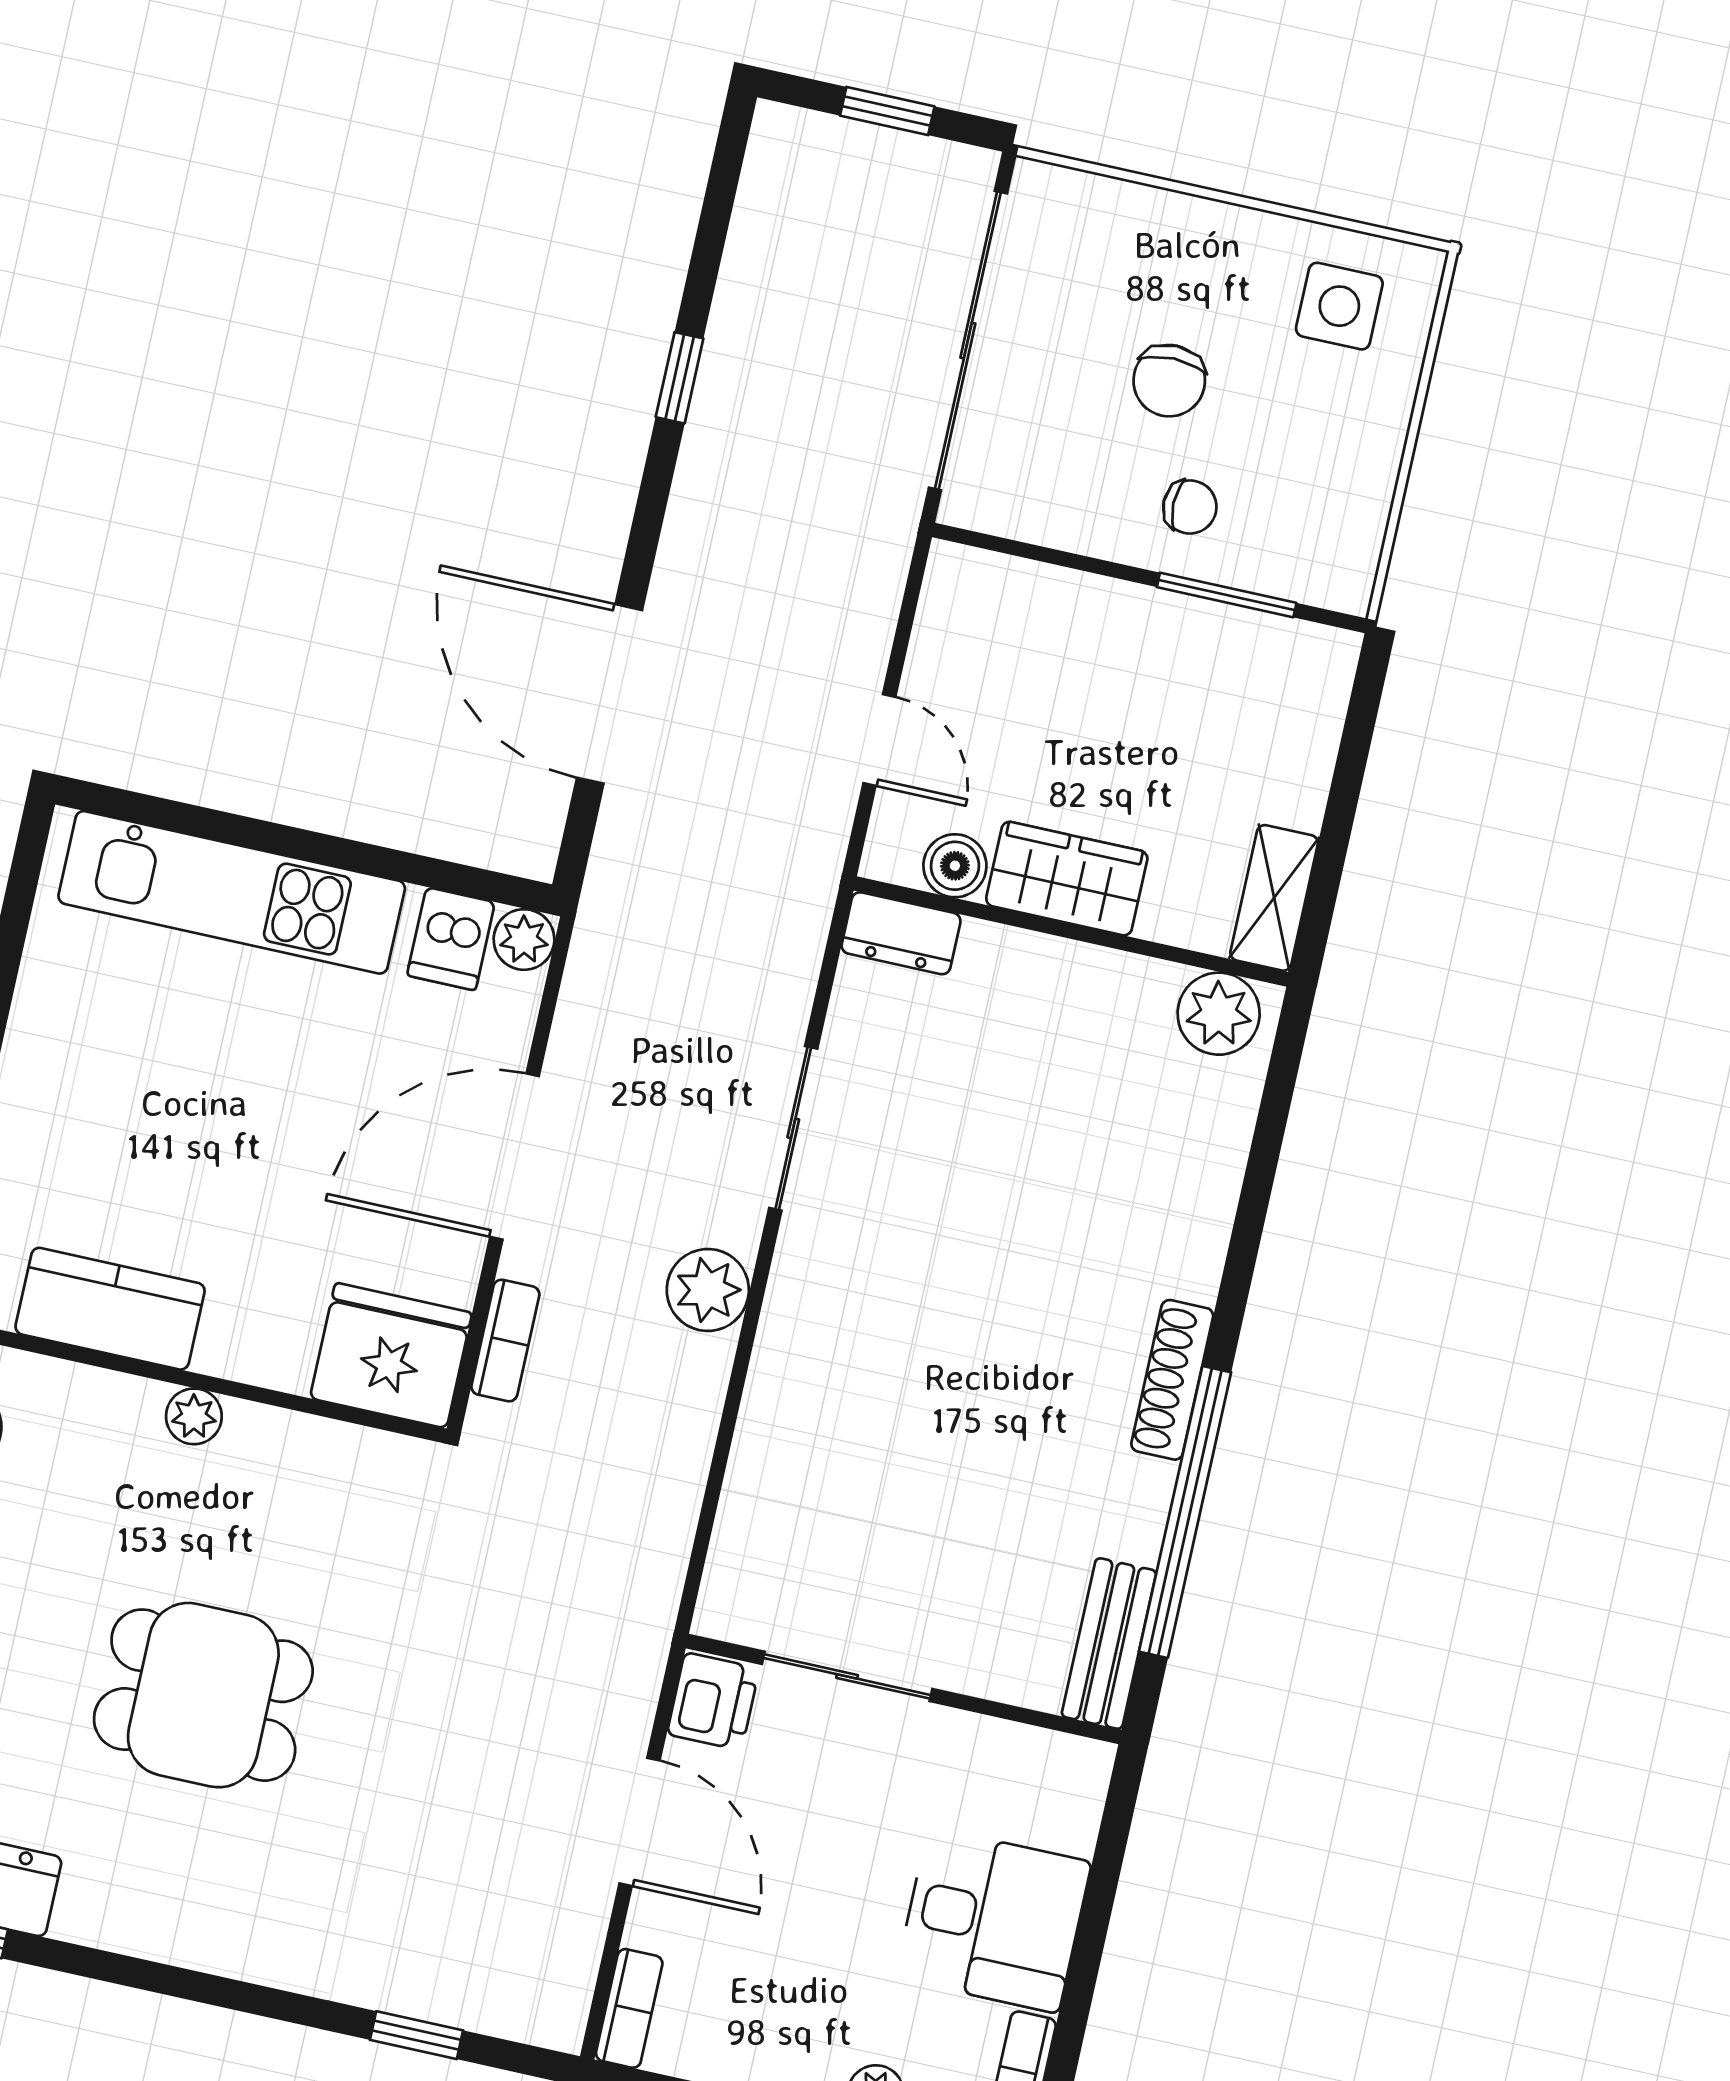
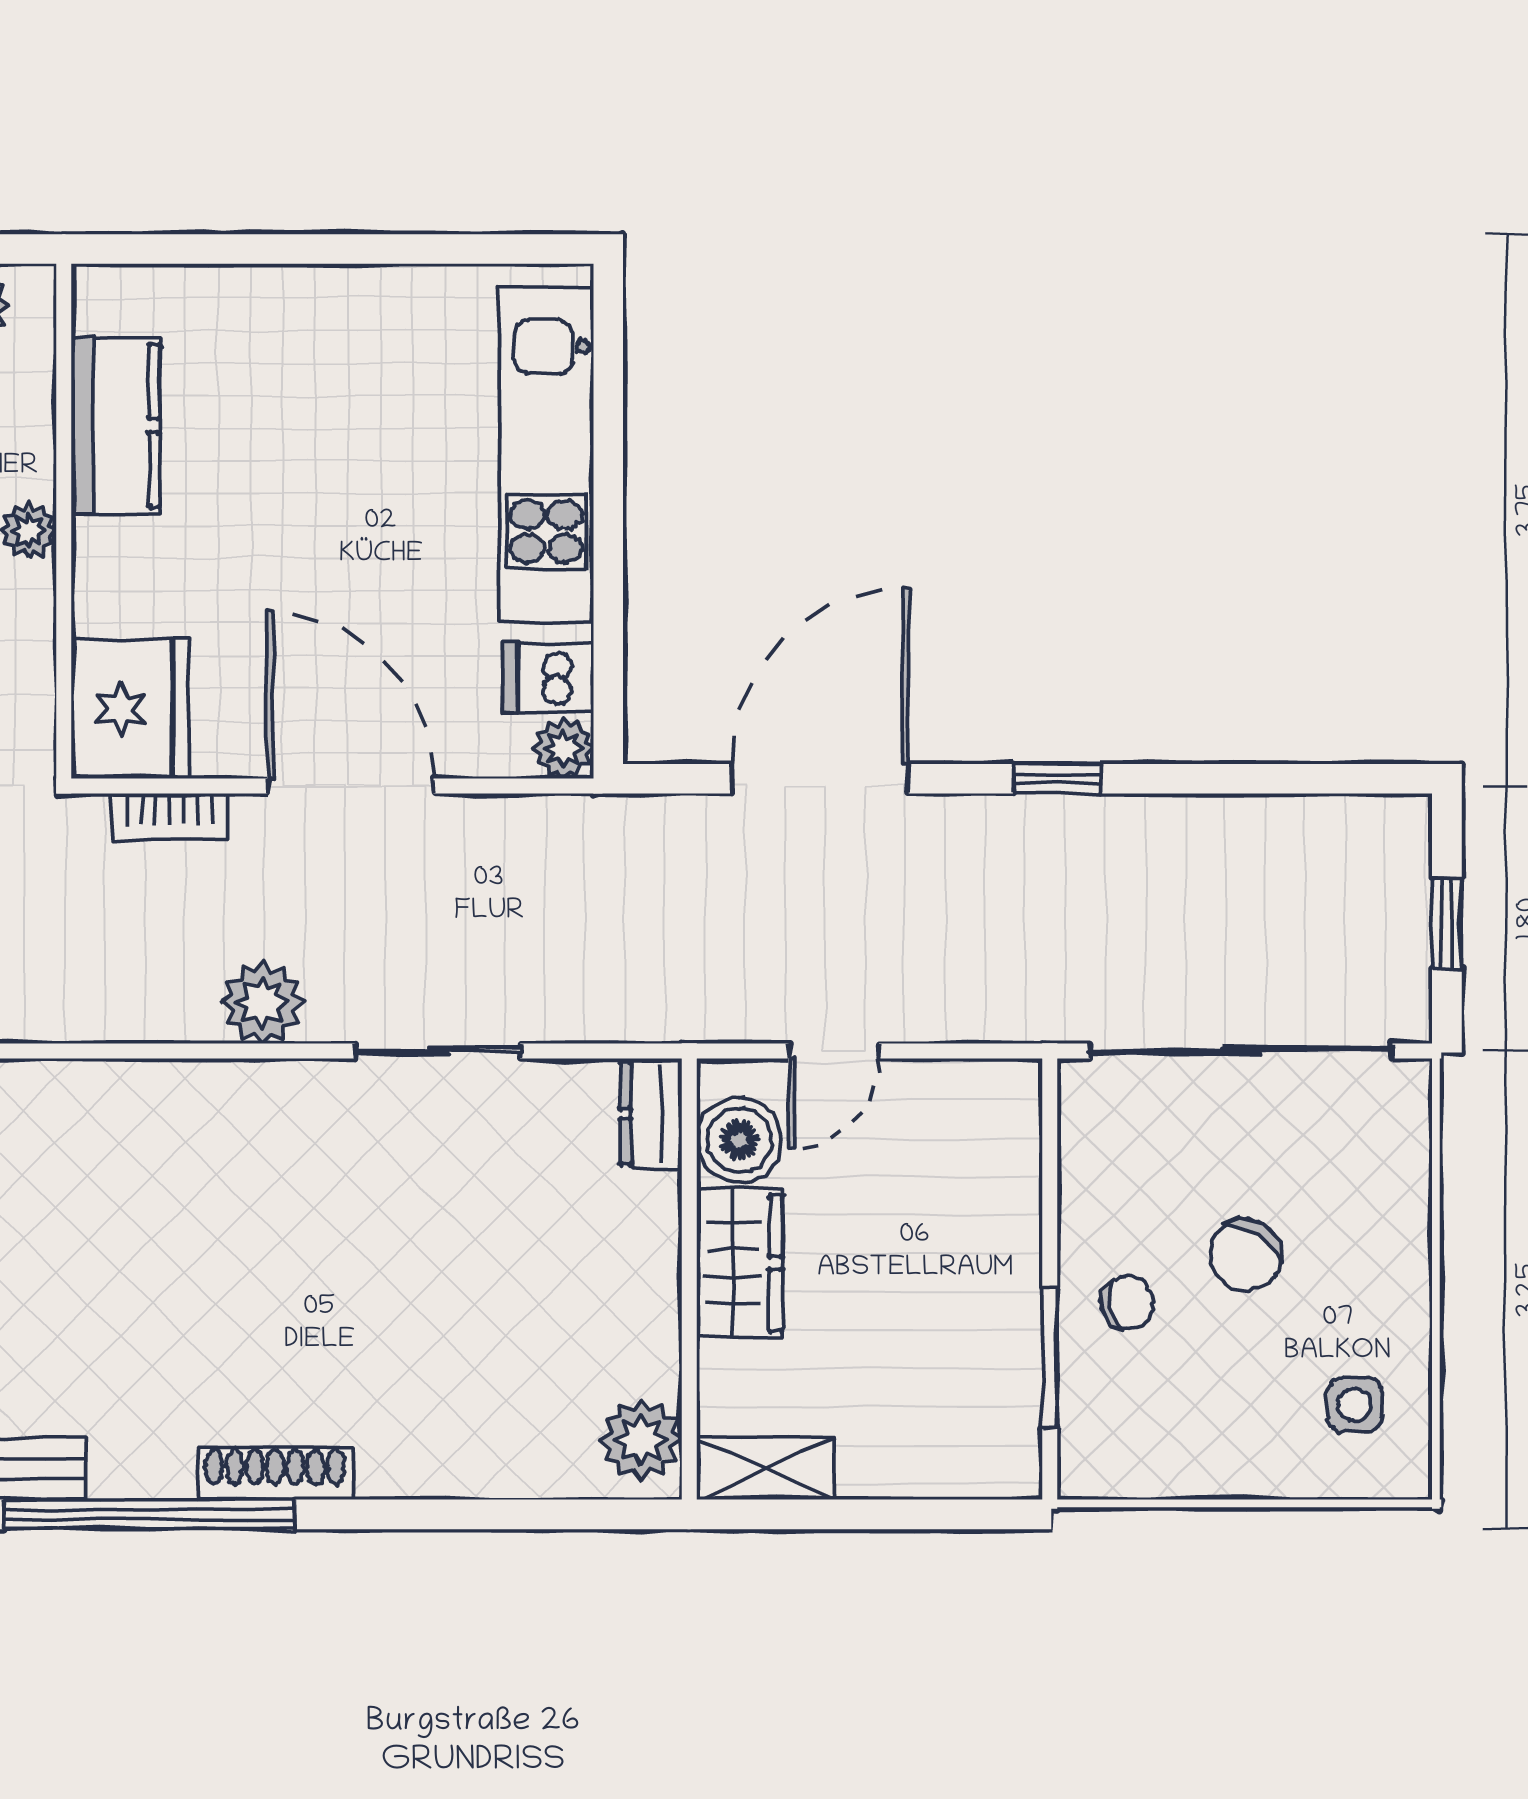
side table: (1339, 306) -> (1355, 1405), width x0.73, depth x0.73
window: (680, 378) -> (1057, 779), moved
chair: (1169, 381) -> (1246, 1255), turned -58
chair: (1190, 507) -> (1127, 1303), turned -104
boiler: (955, 866) -> (739, 1140), width x1.36, depth x1.36

